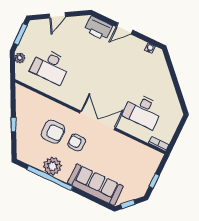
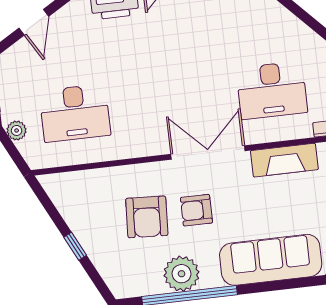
armchair: (53, 132) -> (147, 217), turned 93
fireplace: (129, 145) -> (284, 160), added

